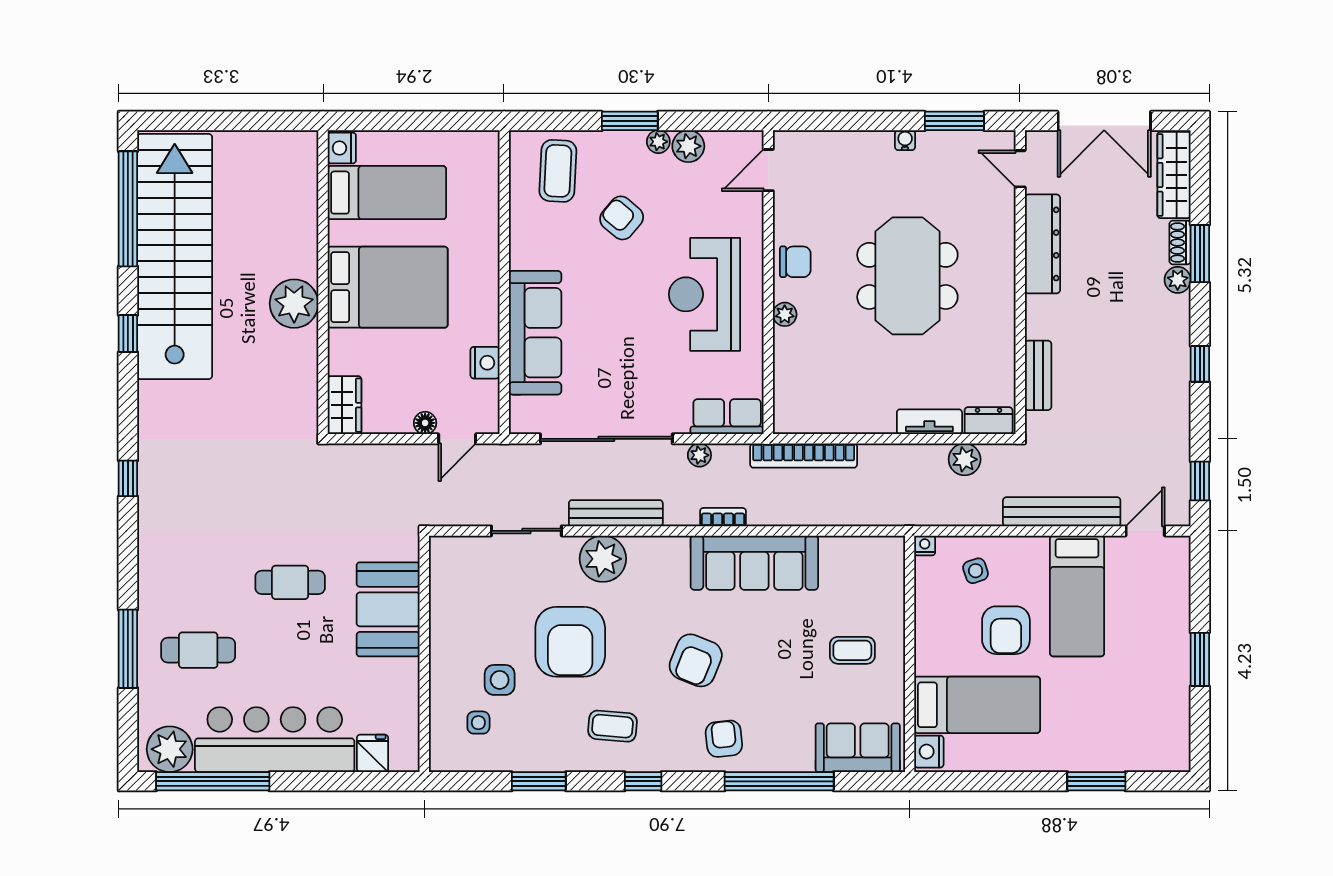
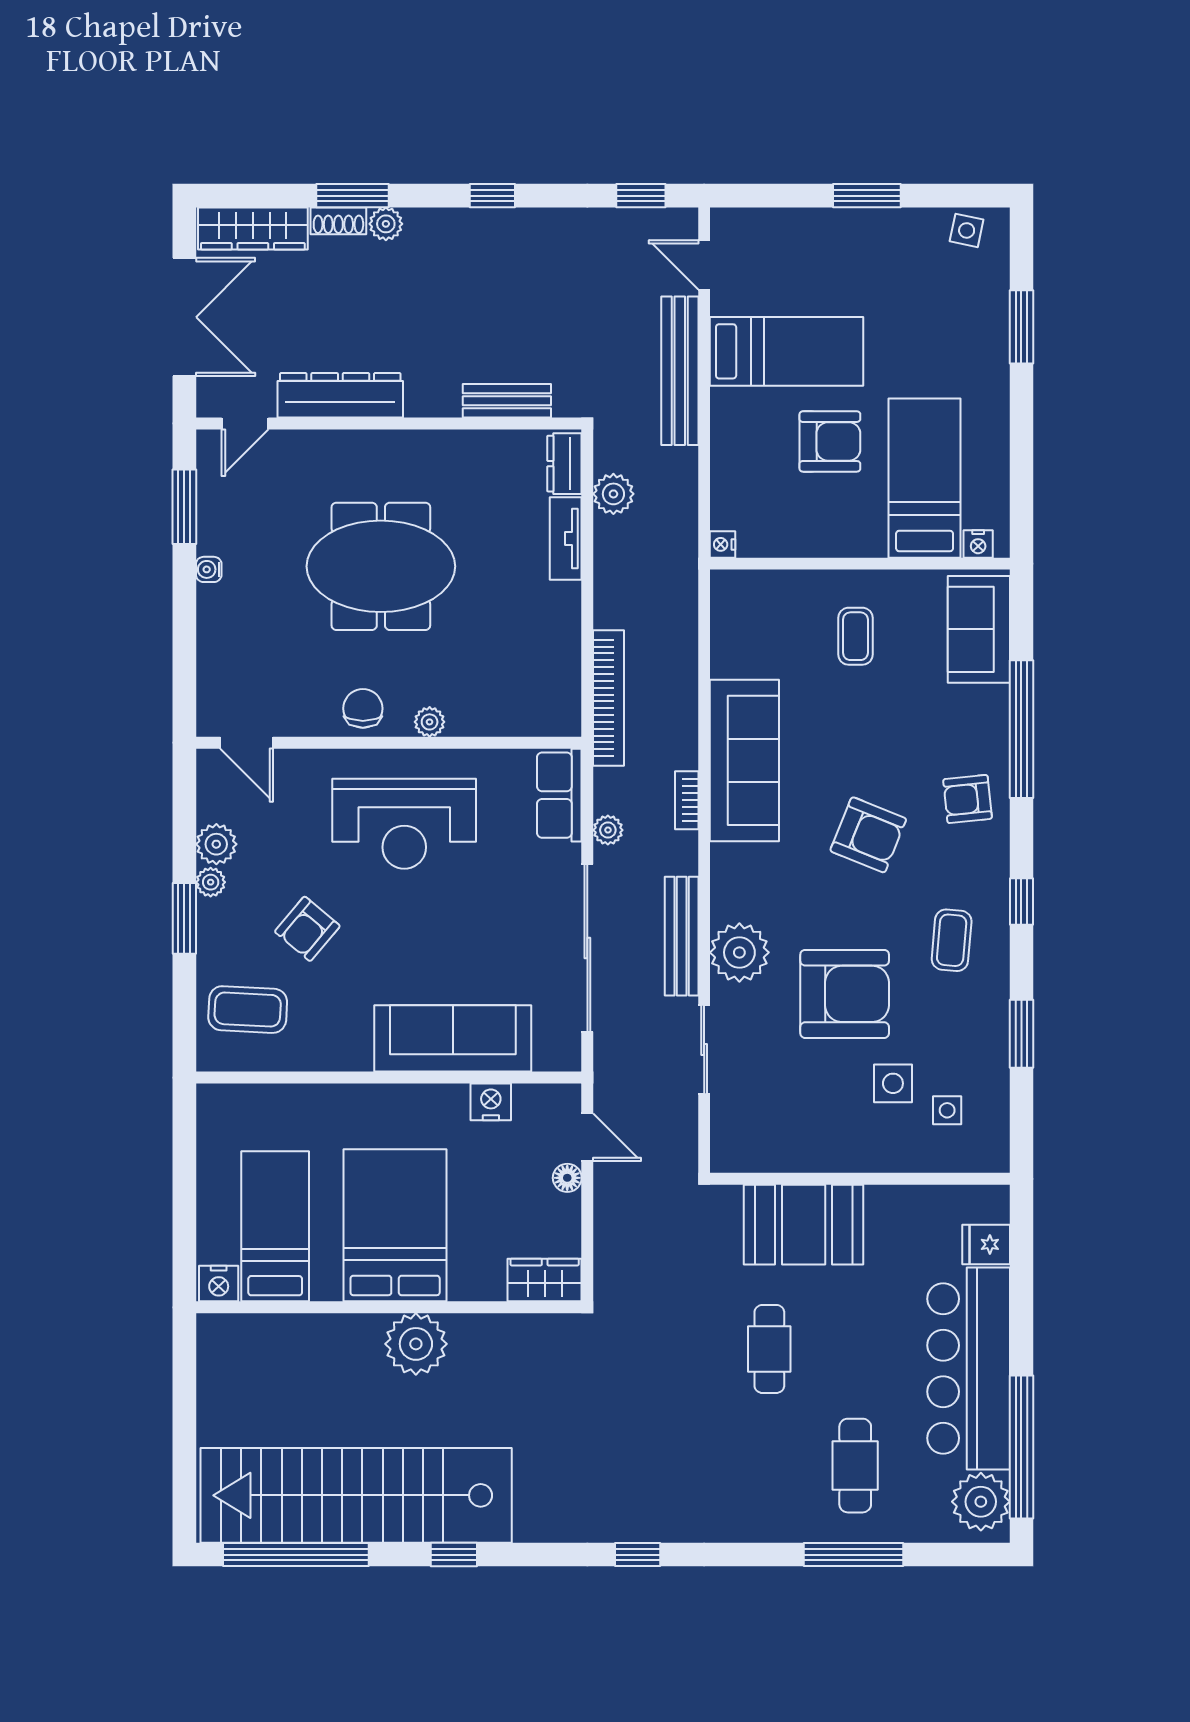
side table: (976, 571) -> (967, 230), moved, turned 30
nightstand: (929, 752) -> (978, 544), width x0.72, depth x0.74

